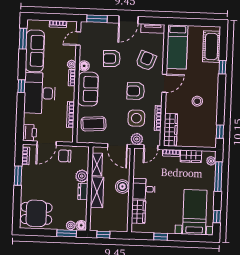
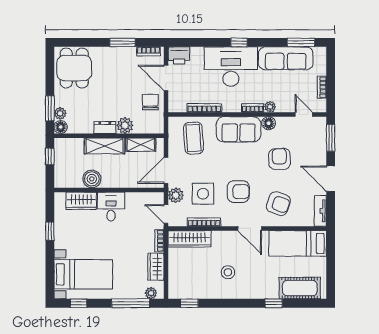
armchair: (136, 91) -> (238, 192), turned 90
boiler: (122, 186) -> (92, 179), moved

